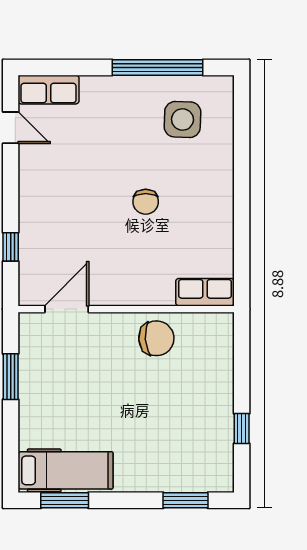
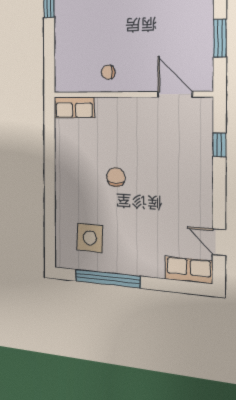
door: (67, 309) -> (175, 94), swing flipped
chair: (156, 338) -> (108, 72), width x0.54, depth x0.54

